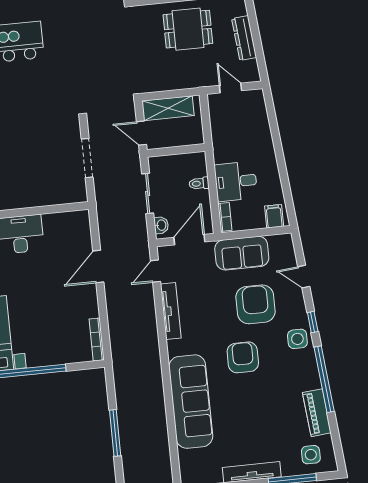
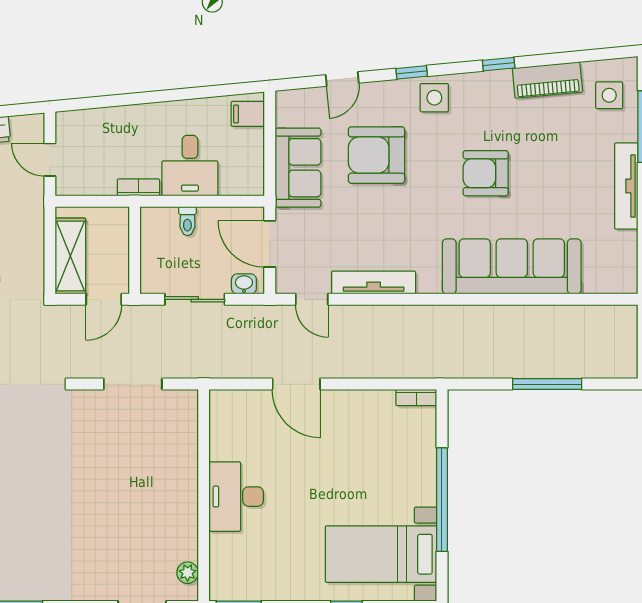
door: (230, 88) -> (50, 160), hinge flipped
bookcase: (225, 217) -> (139, 187), moved
bookcase: (97, 339) -> (416, 397), width x0.64
armchair: (243, 357) -> (486, 173), moved
window: (324, 379) -> (499, 64), width x0.32

